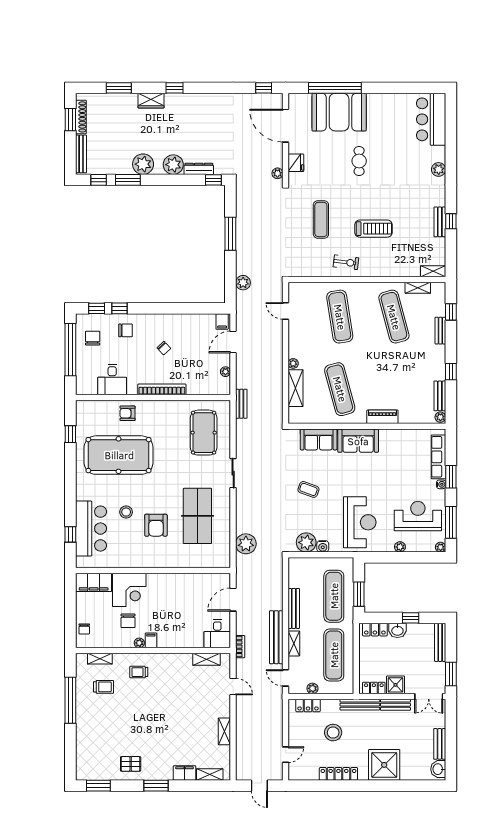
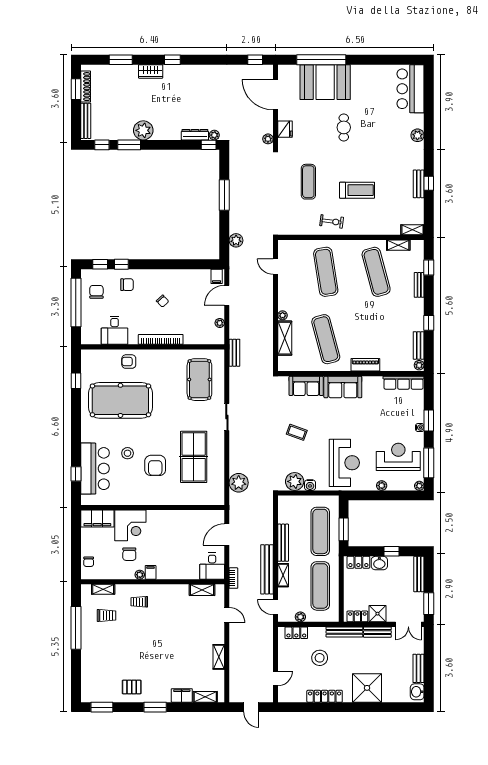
plant: (173, 165) -> (214, 135), moved, width x0.53, depth x0.53
row of seats: (438, 457) -> (404, 383), moved, turned -90

